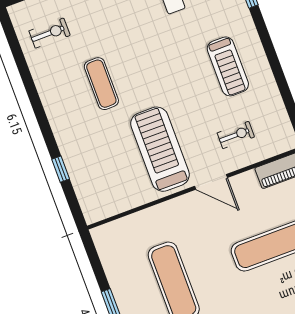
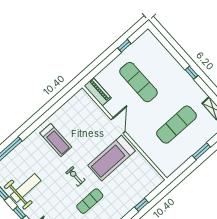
treadmill: (228, 66) -> (56, 140), turned 90
exercise bike: (236, 135) -> (75, 176), moved

